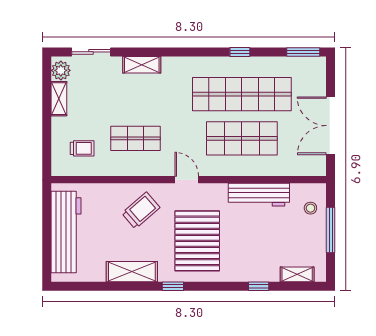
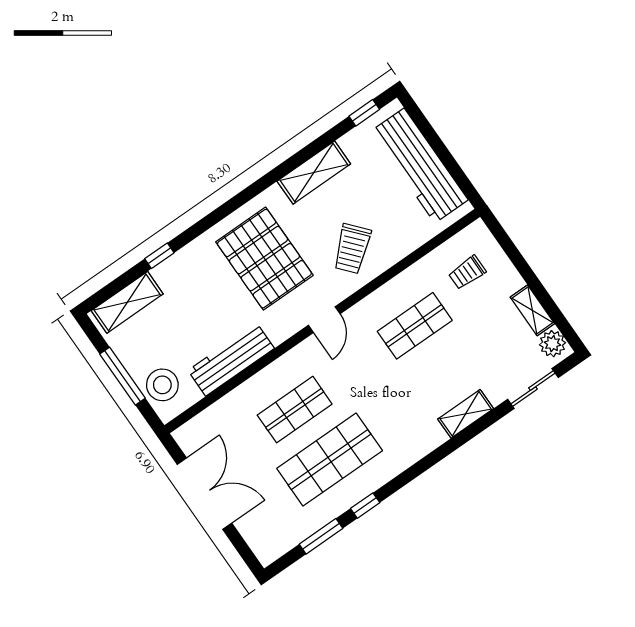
window: (303, 52) -> (321, 536), moved
shop shelf: (242, 94) -> (330, 460), width x0.71
shop shelf: (242, 138) -> (295, 410), width x0.70, depth x0.74
door: (187, 180) -> (324, 320), hinge flipped
stool: (310, 208) -> (162, 385), width x1.89, depth x1.89
shelving: (297, 274) -> (127, 302), width x1.50, depth x1.33
window: (173, 286) -> (364, 113), moved

